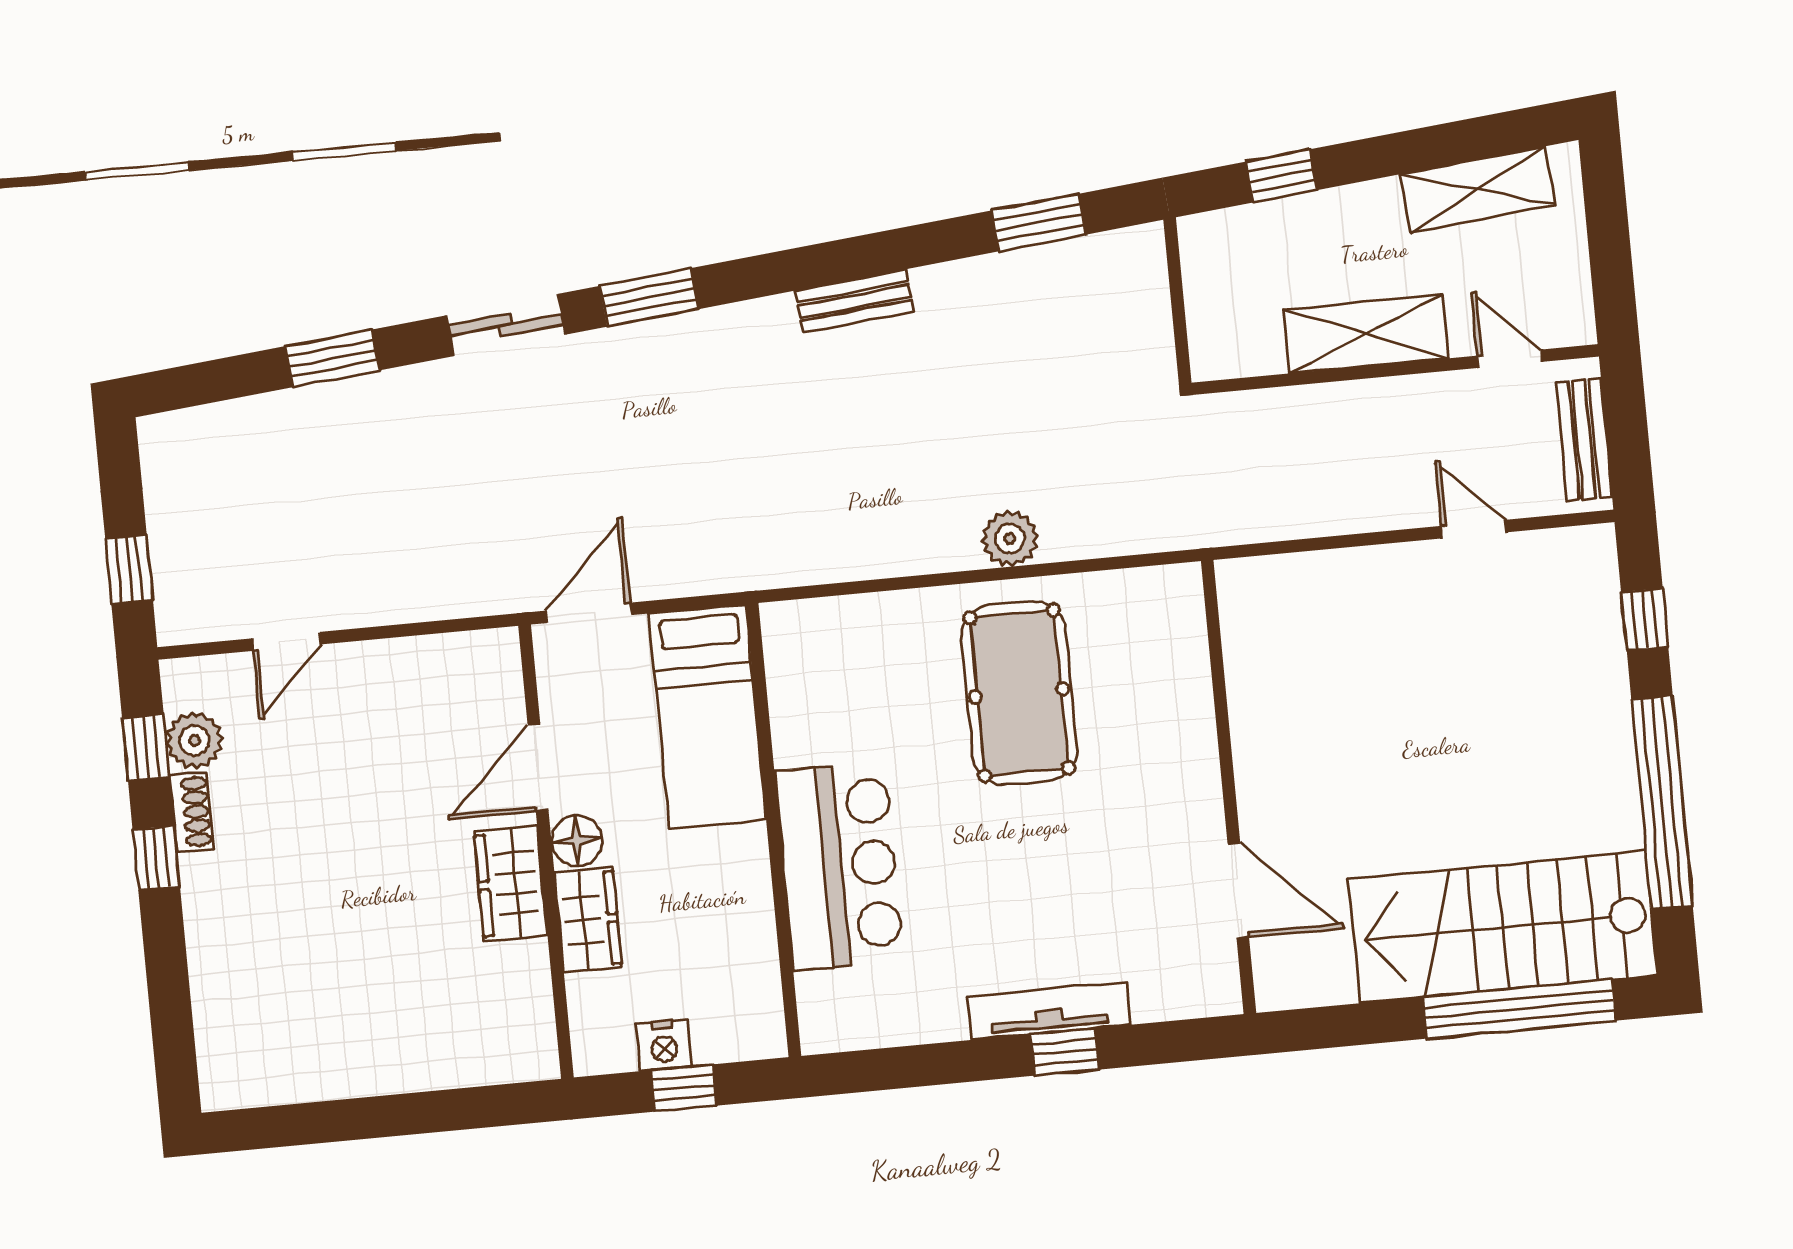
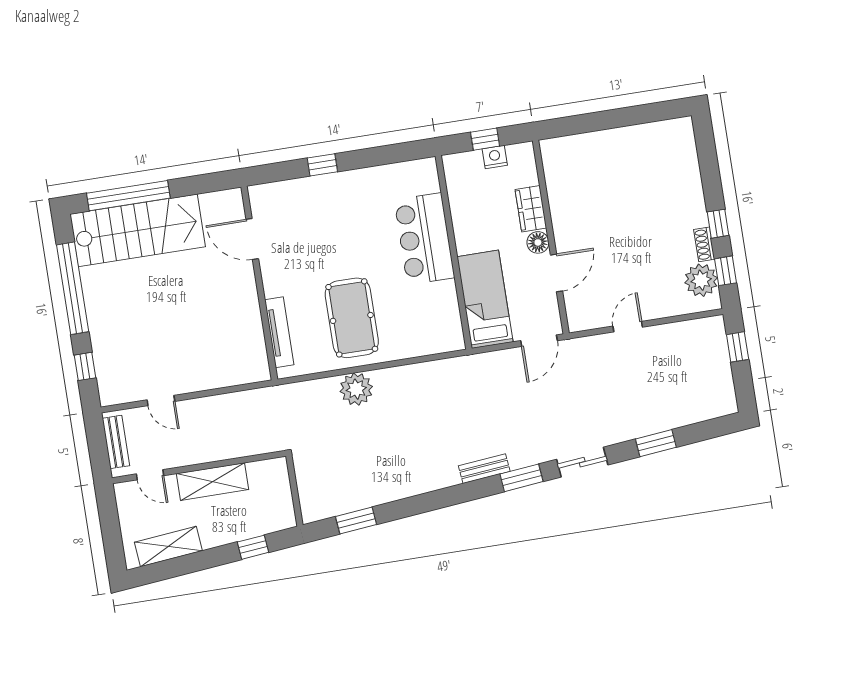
bench: (854, 301) -> (484, 469), moved
plant: (1010, 538) -> (356, 389), width x1.36, depth x1.36
door: (287, 641) -> (628, 327), moved
plant: (194, 741) -> (701, 280), width x1.36, depth x1.36
wardrobe: (511, 883) -> (565, 222), removed
tv unit: (1049, 1011) -> (279, 332), moved, turned -90

